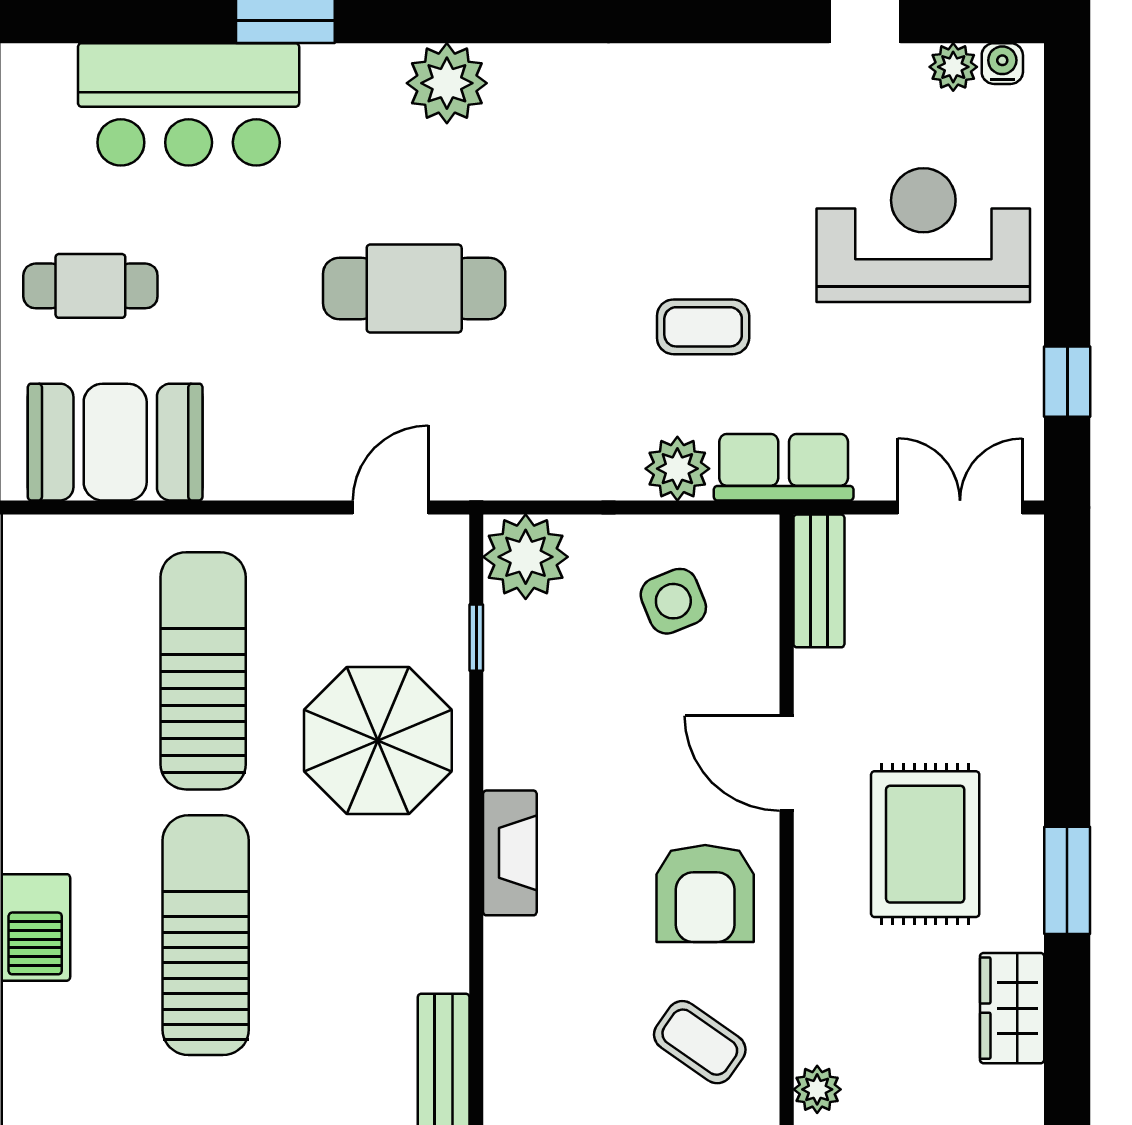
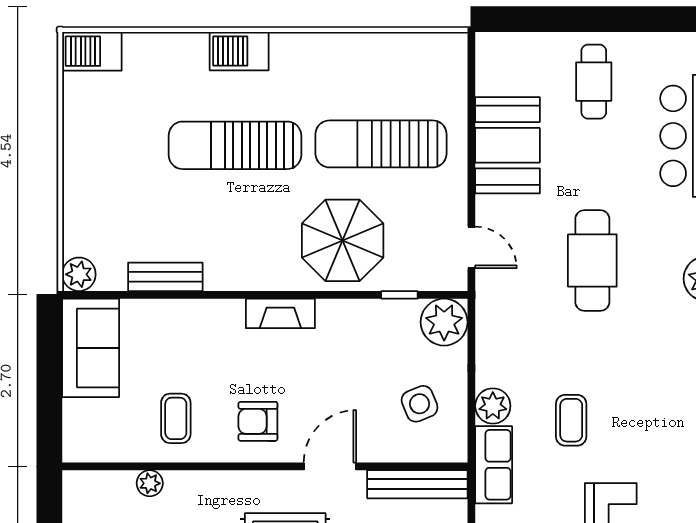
booth: (115, 442) -> (507, 145), moved
bench: (819, 581) -> (417, 484), width x1.36
sun lounger: (203, 671) -> (381, 144), turned 180
armchair: (705, 894) -> (258, 421), width x0.72, depth x0.72
sun lounger: (206, 935) -> (235, 145), turned 180
coffee table: (700, 1042) -> (176, 418), turned -35

